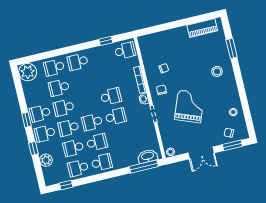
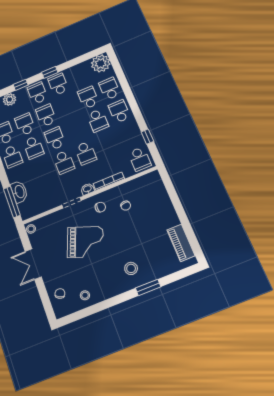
window: (232, 48) -> (148, 287), moved
school desk: (64, 108) -> (98, 120), moved, turned 180
window: (232, 145) -> (45, 300), removed
washbasin: (148, 156) -> (19, 192), moved

